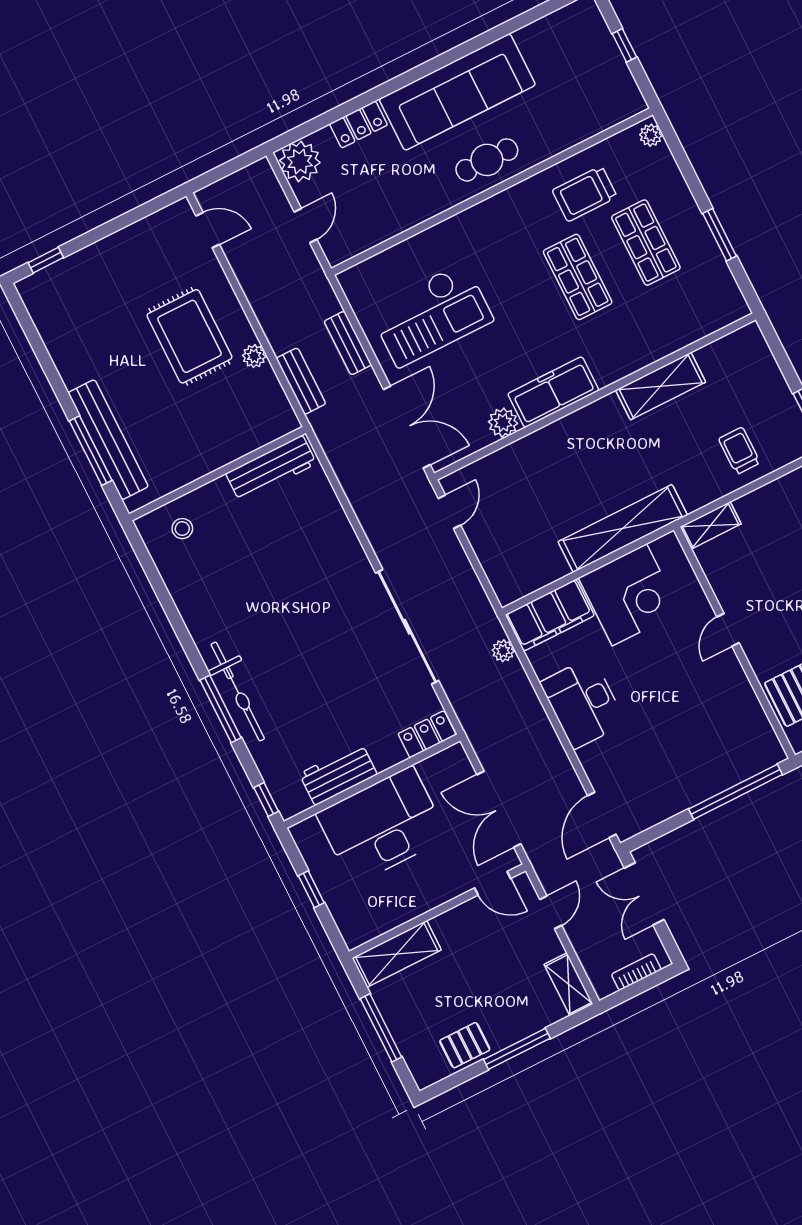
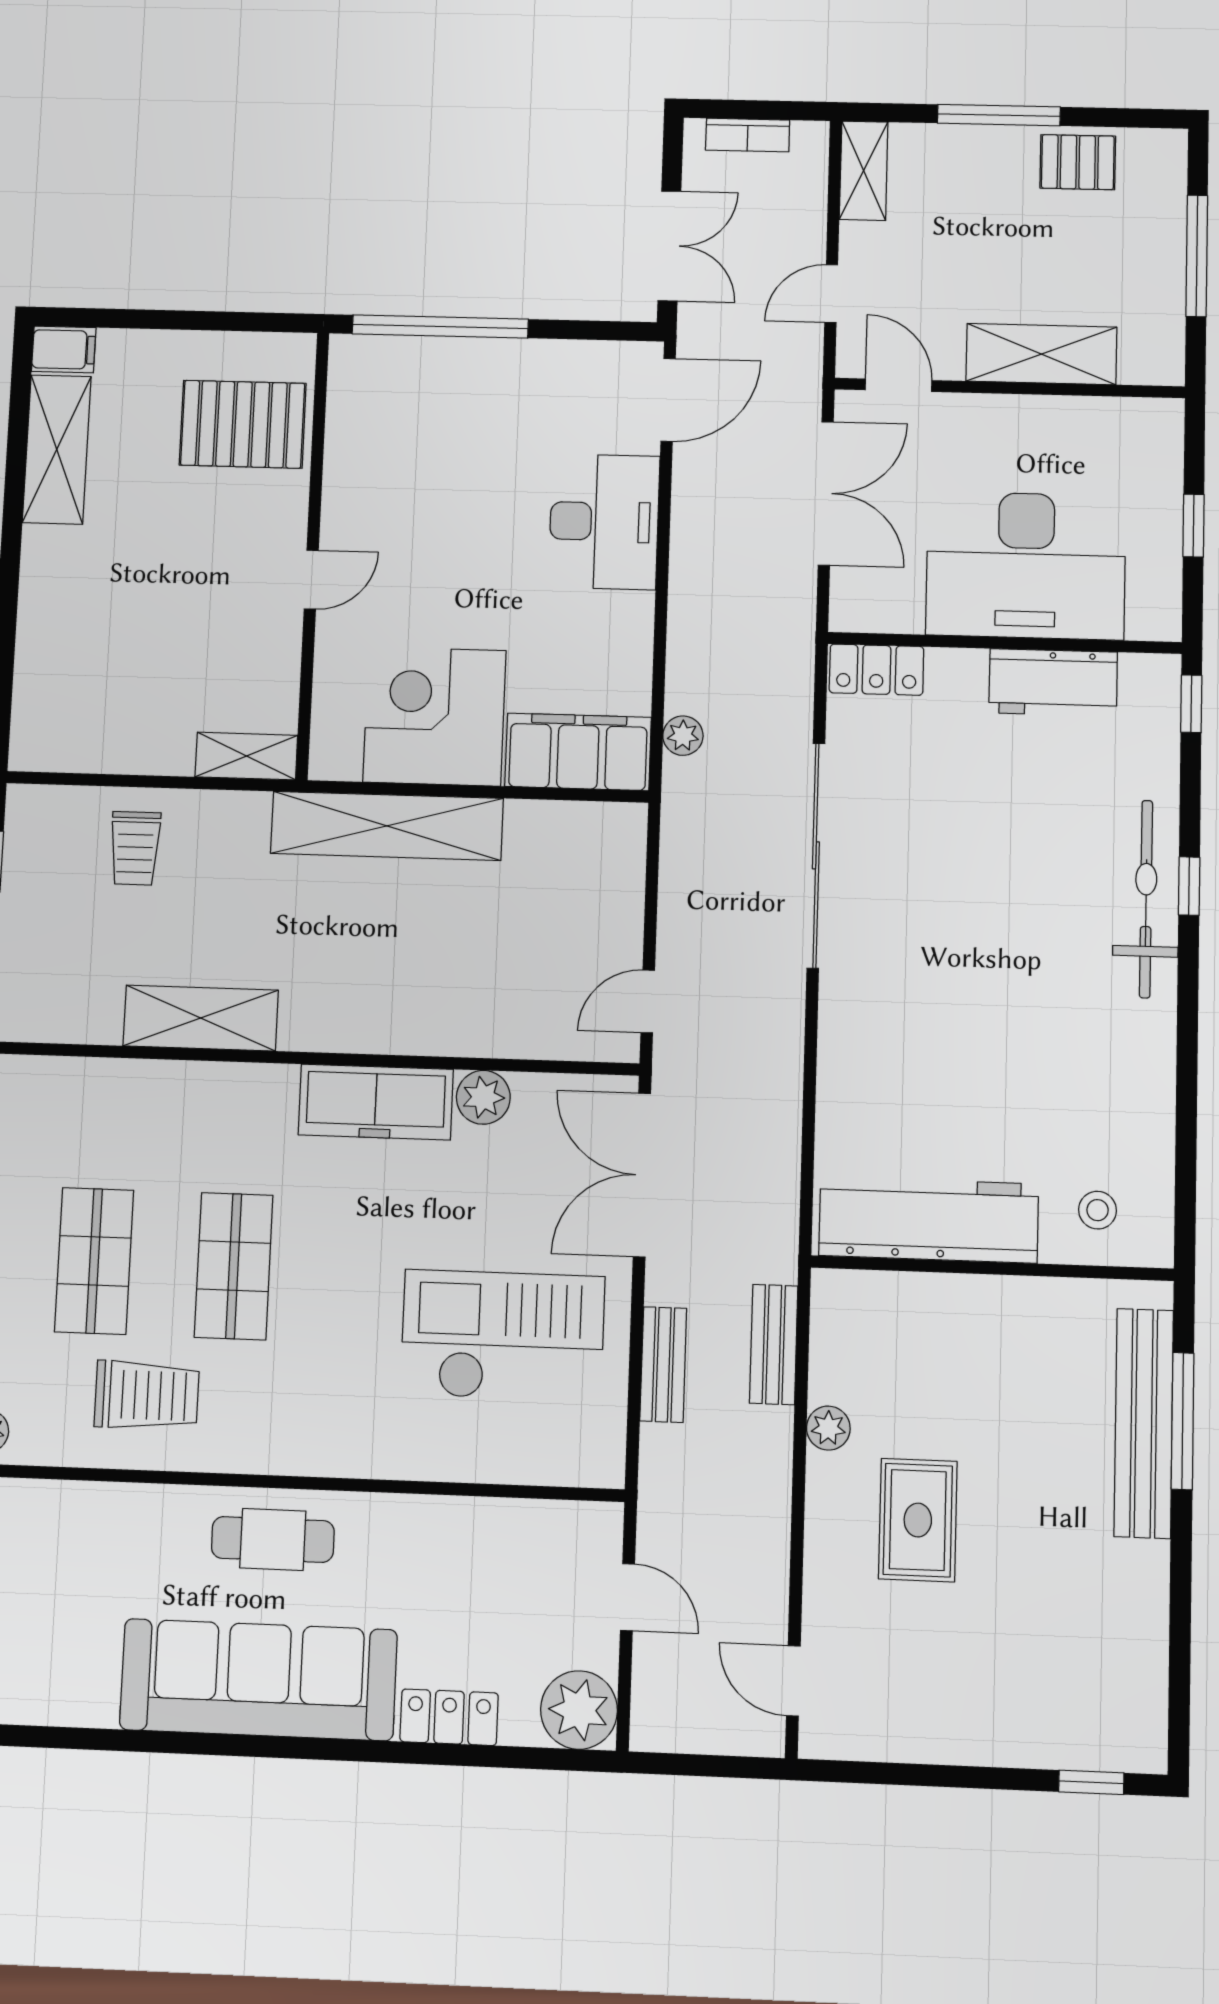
door: (306, 226) -> (628, 1597), swing flipped
rug: (189, 336) -> (918, 1520), width x0.73, depth x0.70
workbench: (271, 469) -> (929, 1220), width x1.36, depth x1.32
desk: (583, 703) -> (604, 522), moved
window: (221, 709) -> (1189, 886), width x0.46
shelving: (397, 954) -> (1041, 354), moved

